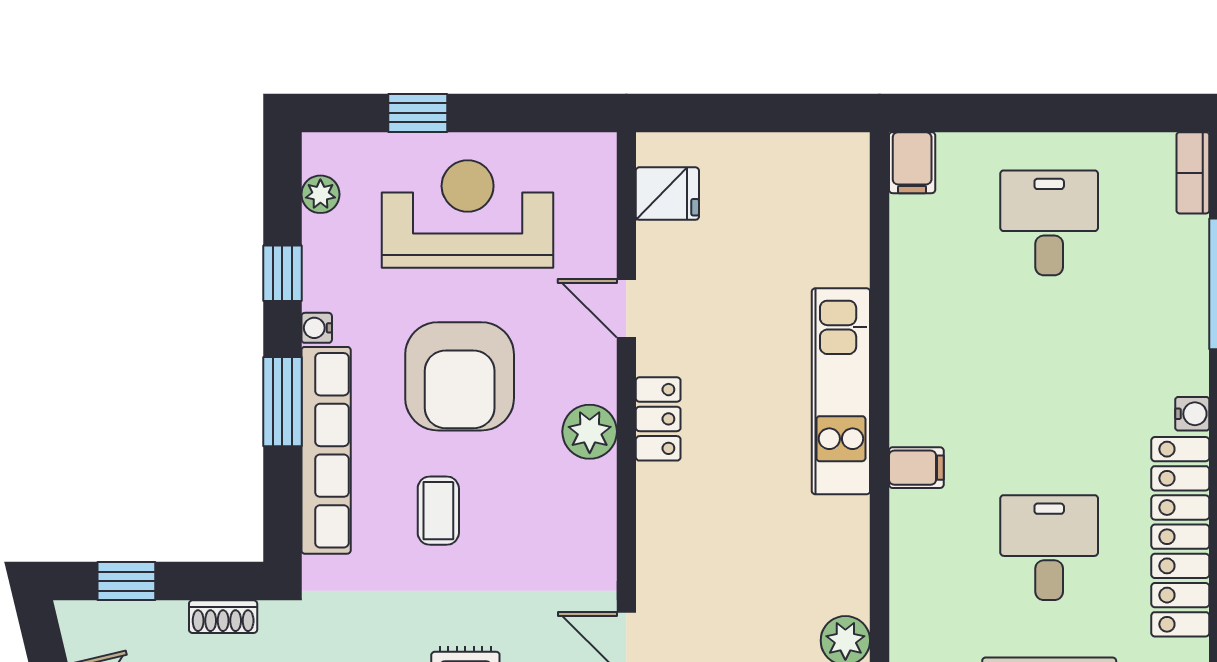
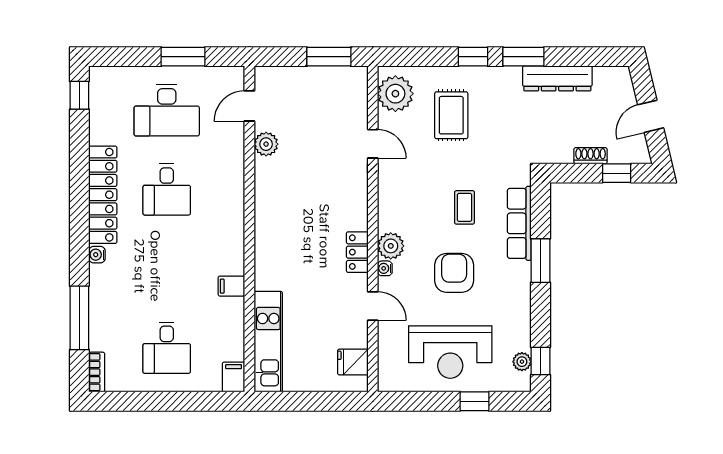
window: (282, 273) -> (540, 361), moved
water cooler: (317, 328) -> (385, 268), moved, turned 180
armchair: (460, 376) -> (454, 273), width x0.73, depth x0.73
kitchen unit: (841, 391) -> (268, 342), moved
row of seats: (326, 450) -> (519, 223), width x0.73
filing cabinet: (916, 468) -> (231, 286), moved
shoe rack: (223, 617) -> (591, 156), moved

